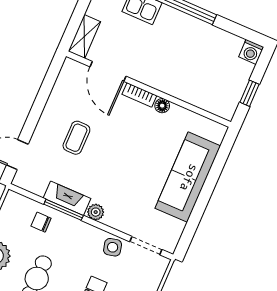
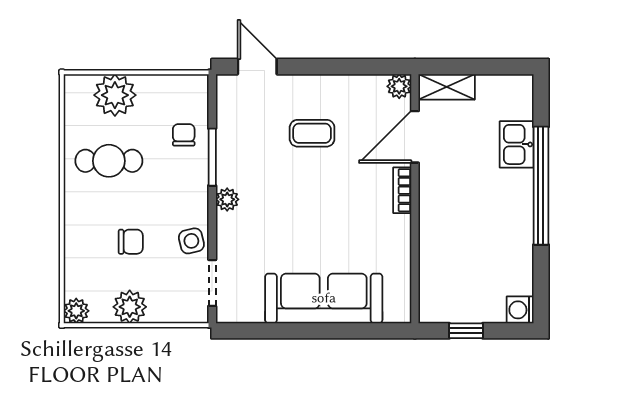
plant: (70, 67) -> (399, 86), added
floor lamp: (162, 106) -> (401, 226), removed
fireplace: (67, 198) -> (229, 155), removed

